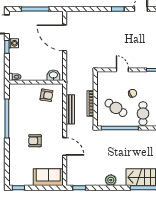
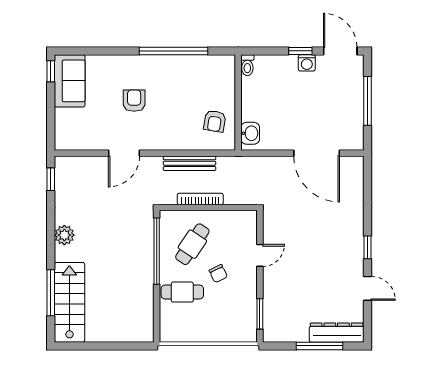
door: (65, 38) -> (317, 153), swing flipped
sofa: (48, 177) -> (70, 81), moved

